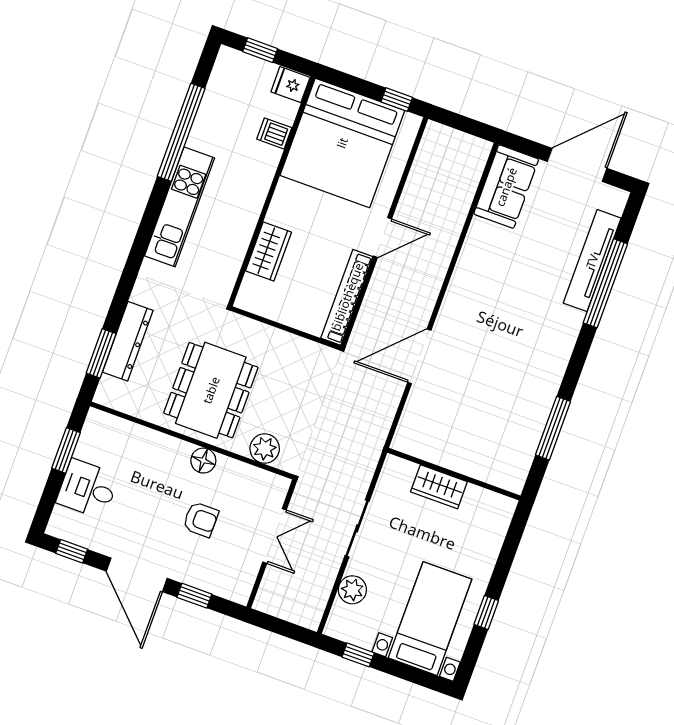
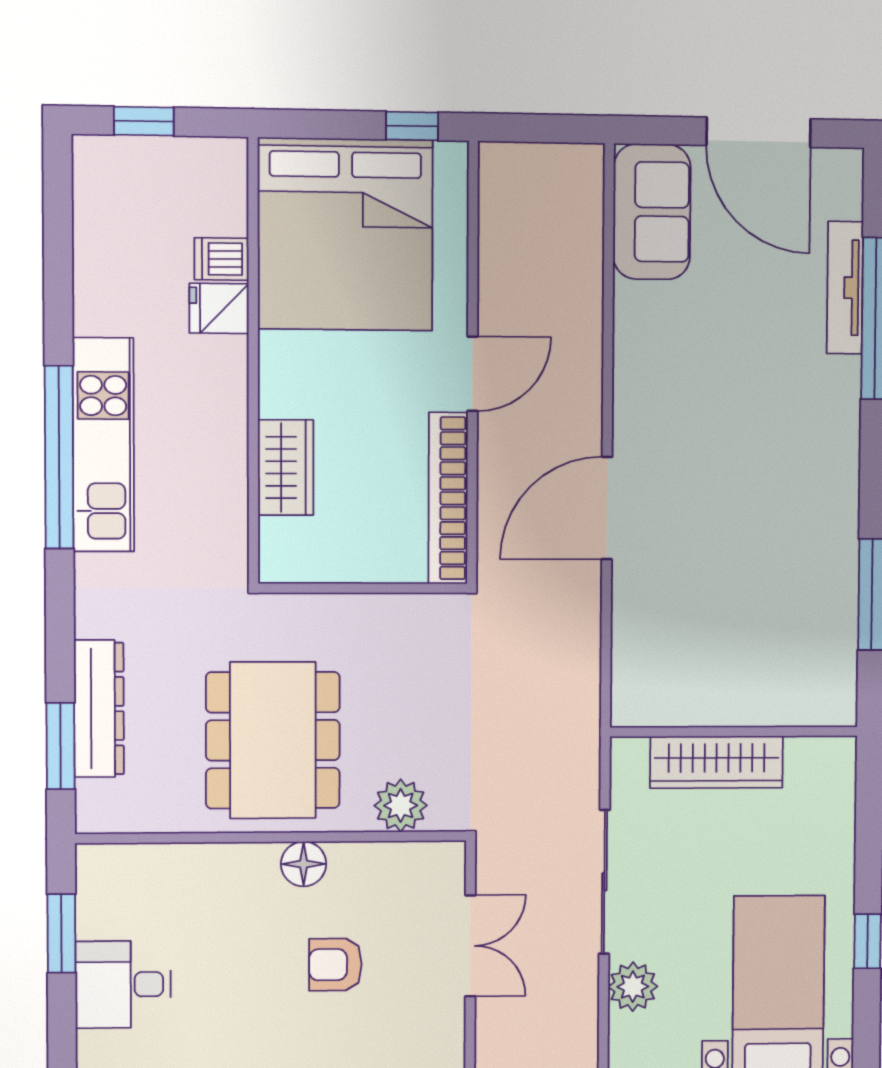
fridge: (290, 85) -> (219, 308), moved
window: (181, 132) -> (59, 457), moved
door: (577, 165) -> (759, 132), swing flipped
tv unit: (592, 261) -> (845, 288), width x0.73, depth x0.78
door: (419, 356) -> (607, 508), moved
wardrobe: (439, 487) -> (717, 762), width x1.50
armchair: (201, 519) -> (335, 965), turned 180
sliding door: (357, 528) -> (604, 882), width x1.37

